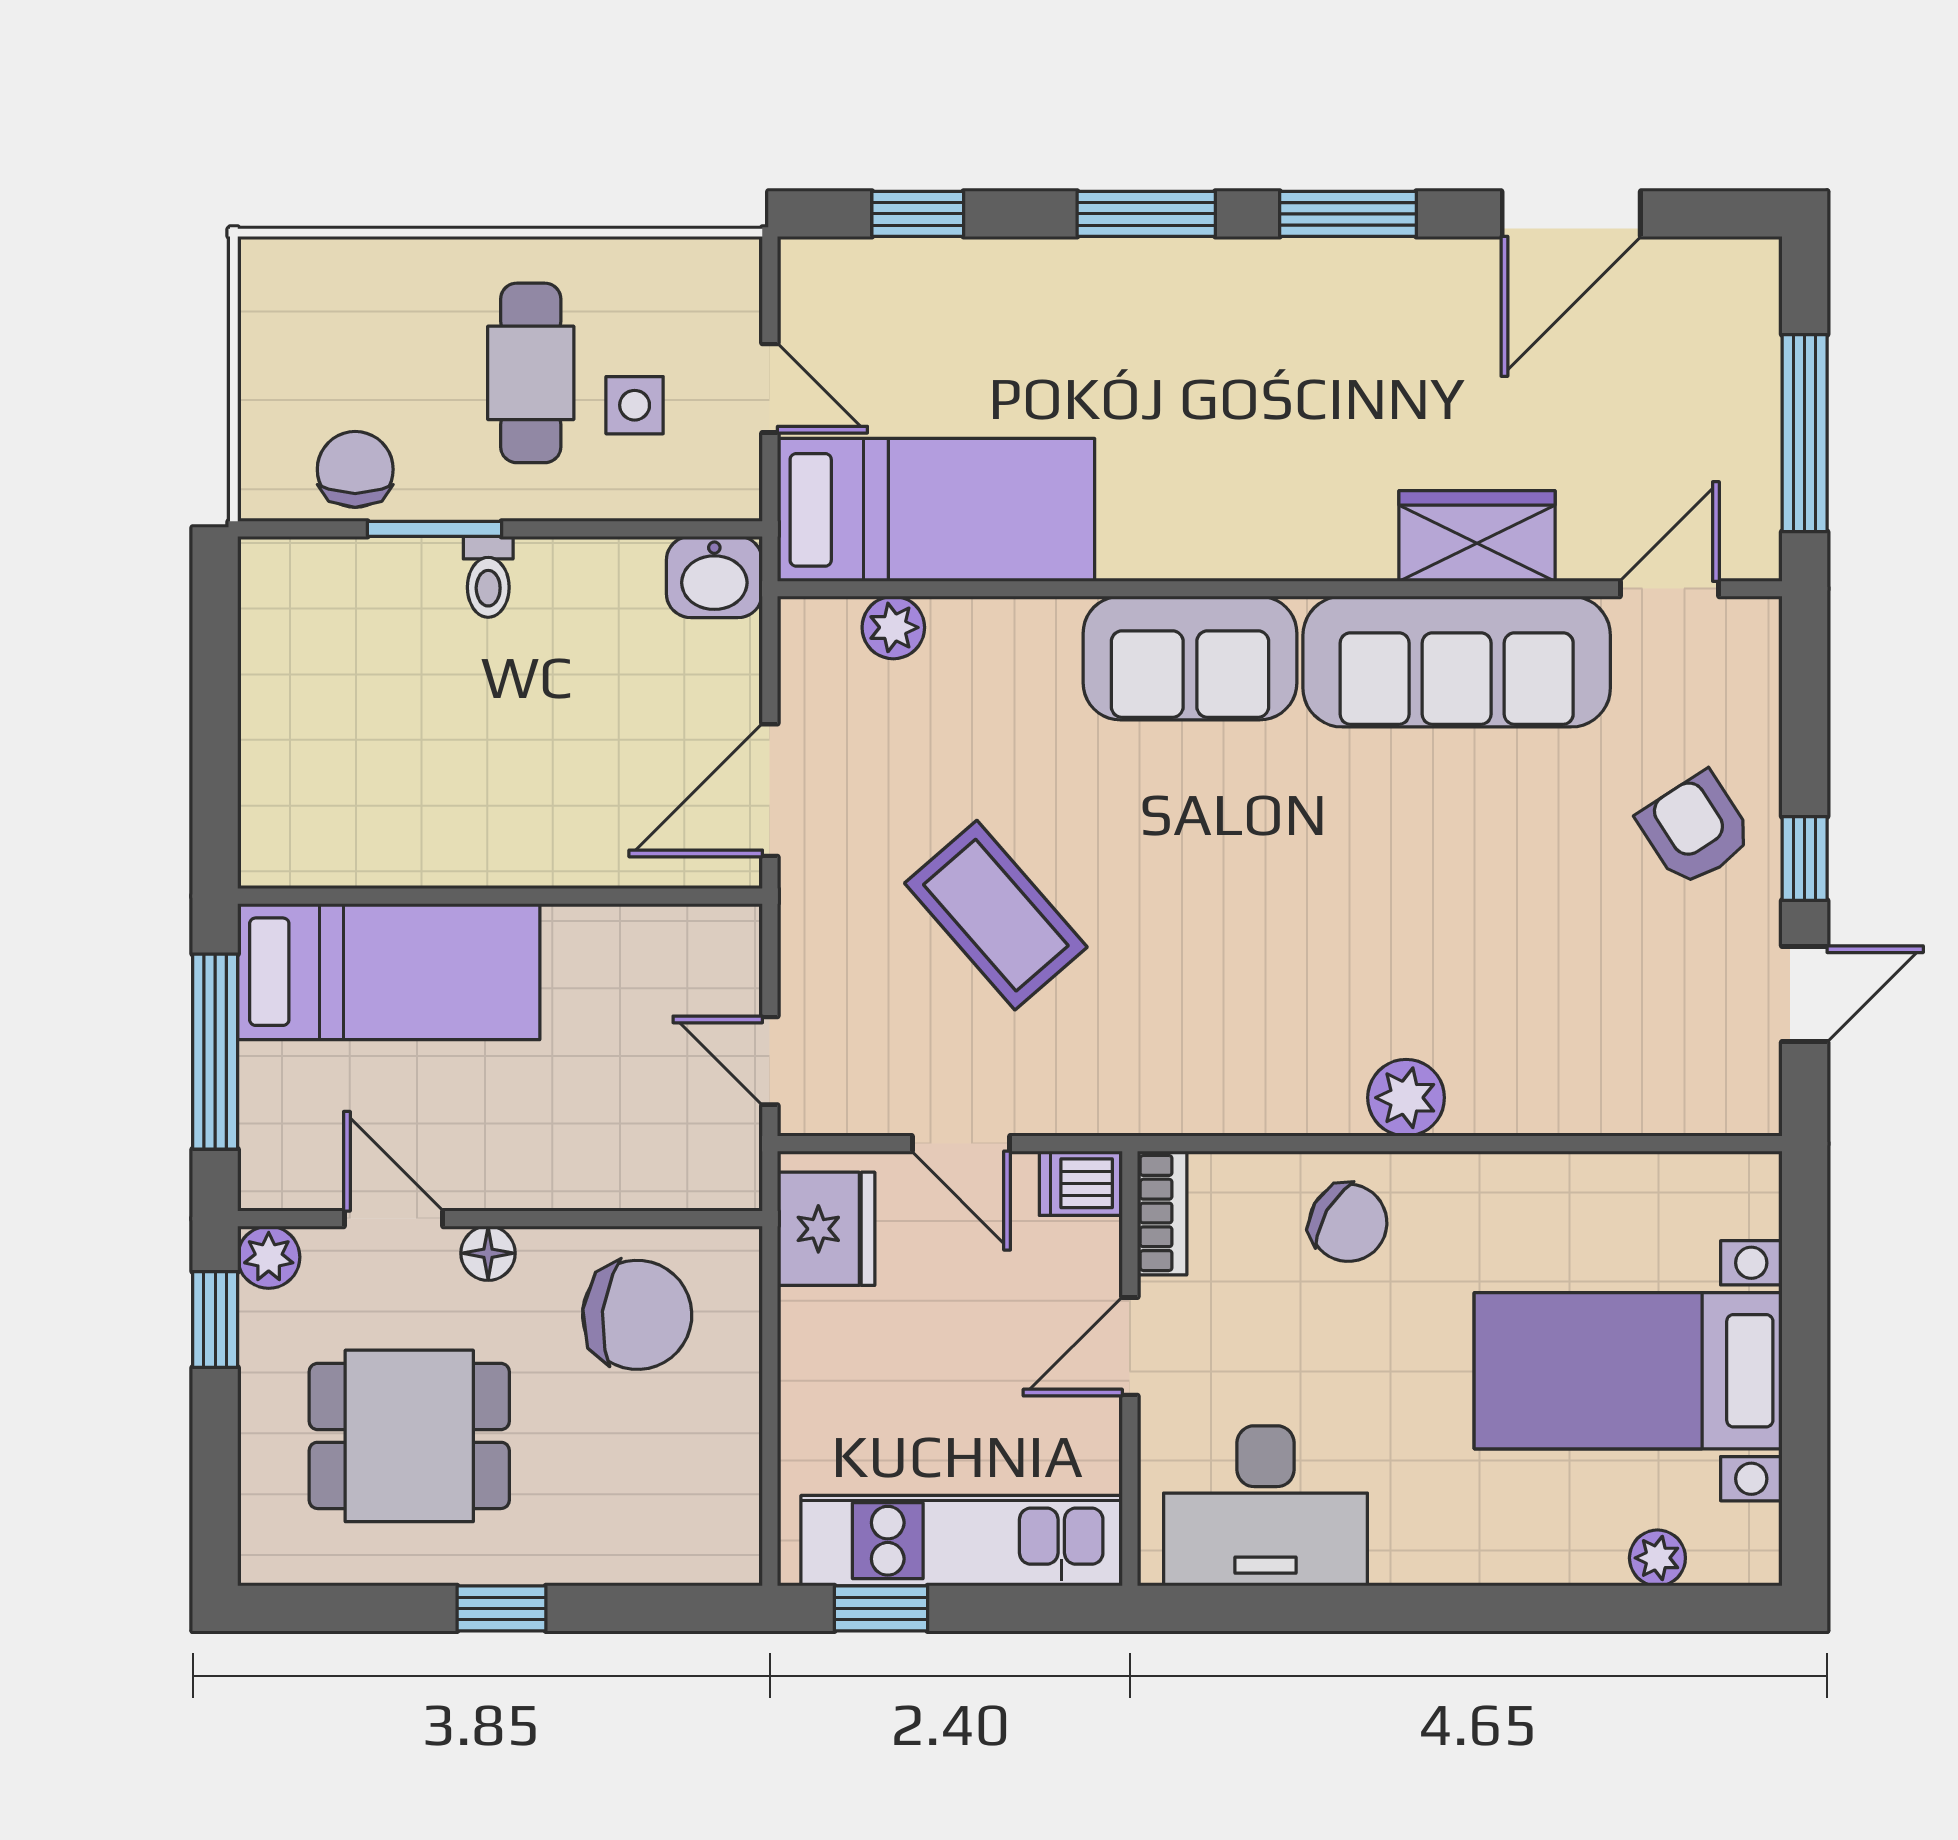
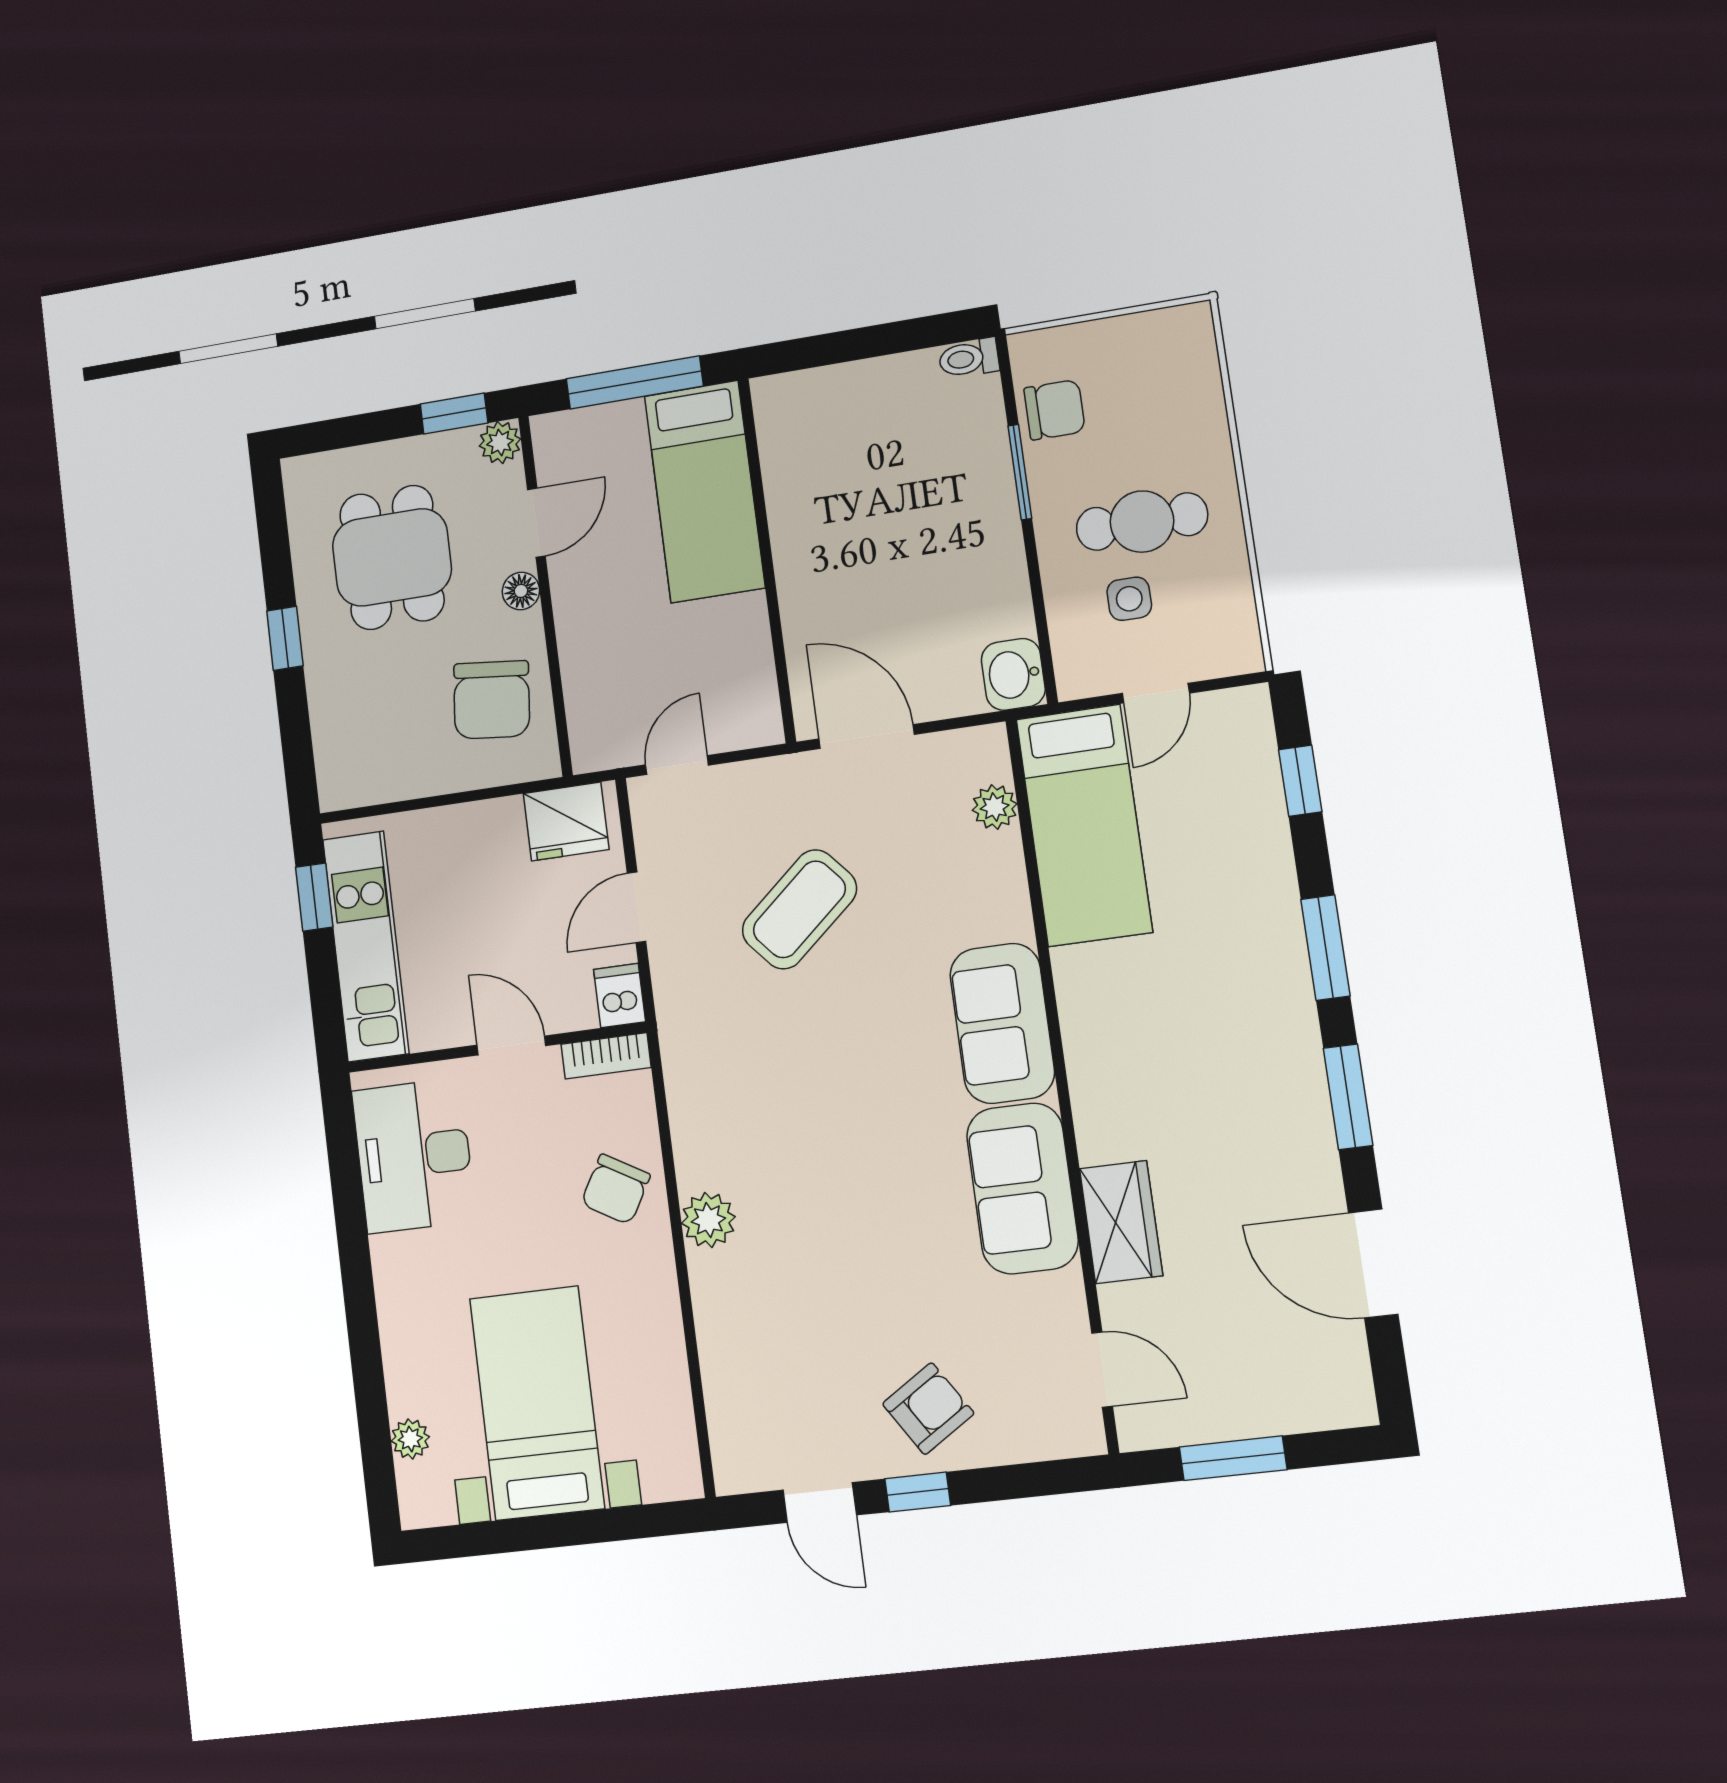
window: (1805, 433) -> (1233, 1458), width x0.69
toilet: (488, 577) -> (969, 358), moved
sofa: (1457, 662) -> (1022, 1188), width x0.73

